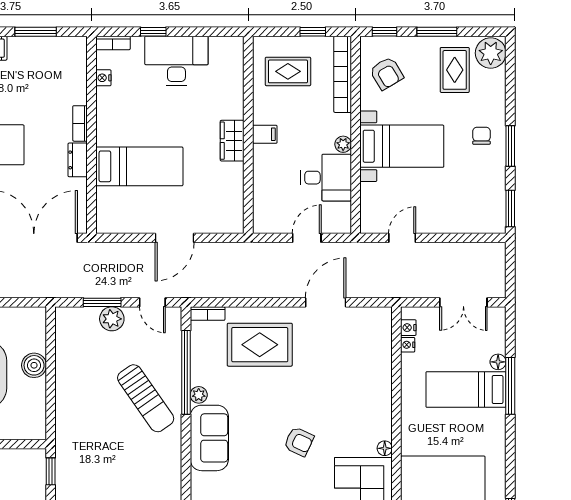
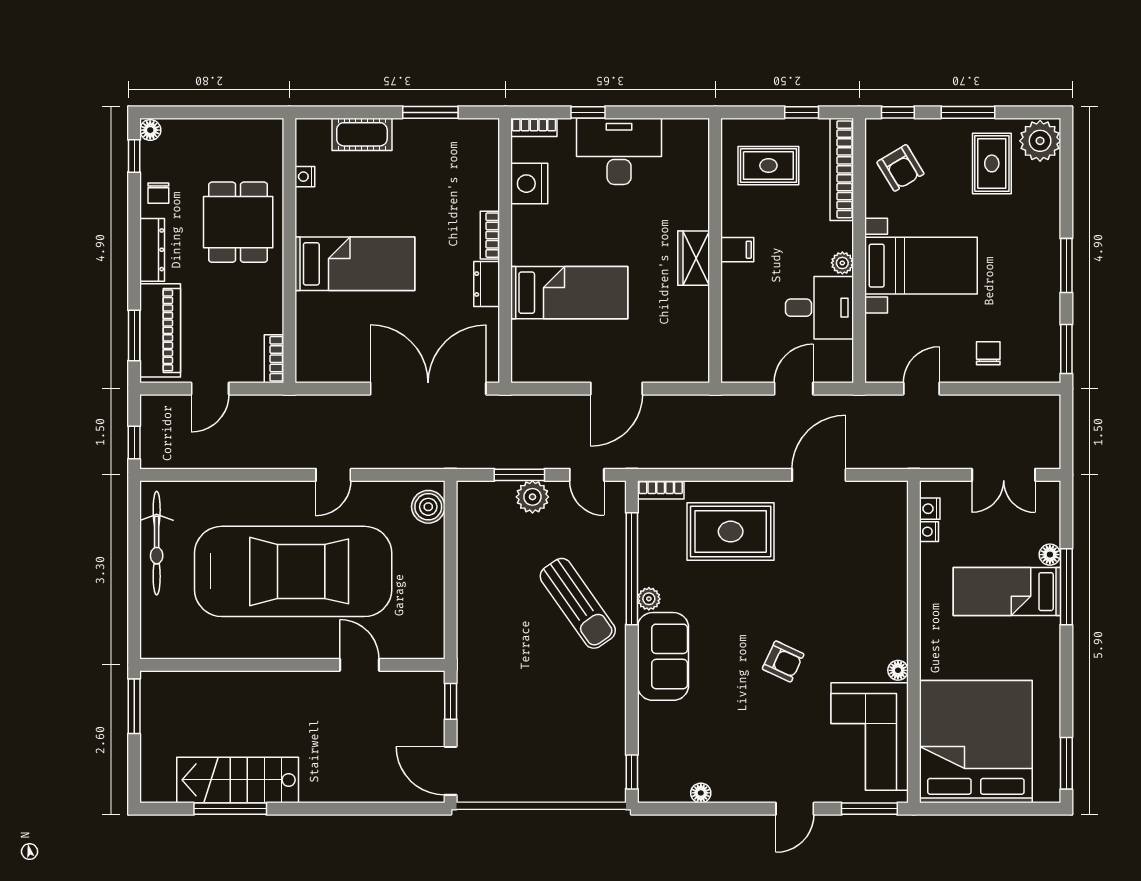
nightstand: (103, 78) -> (529, 184), width x1.89, depth x1.79
chair: (481, 136) -> (988, 353), moved
boiler: (34, 365) -> (428, 507), moved

